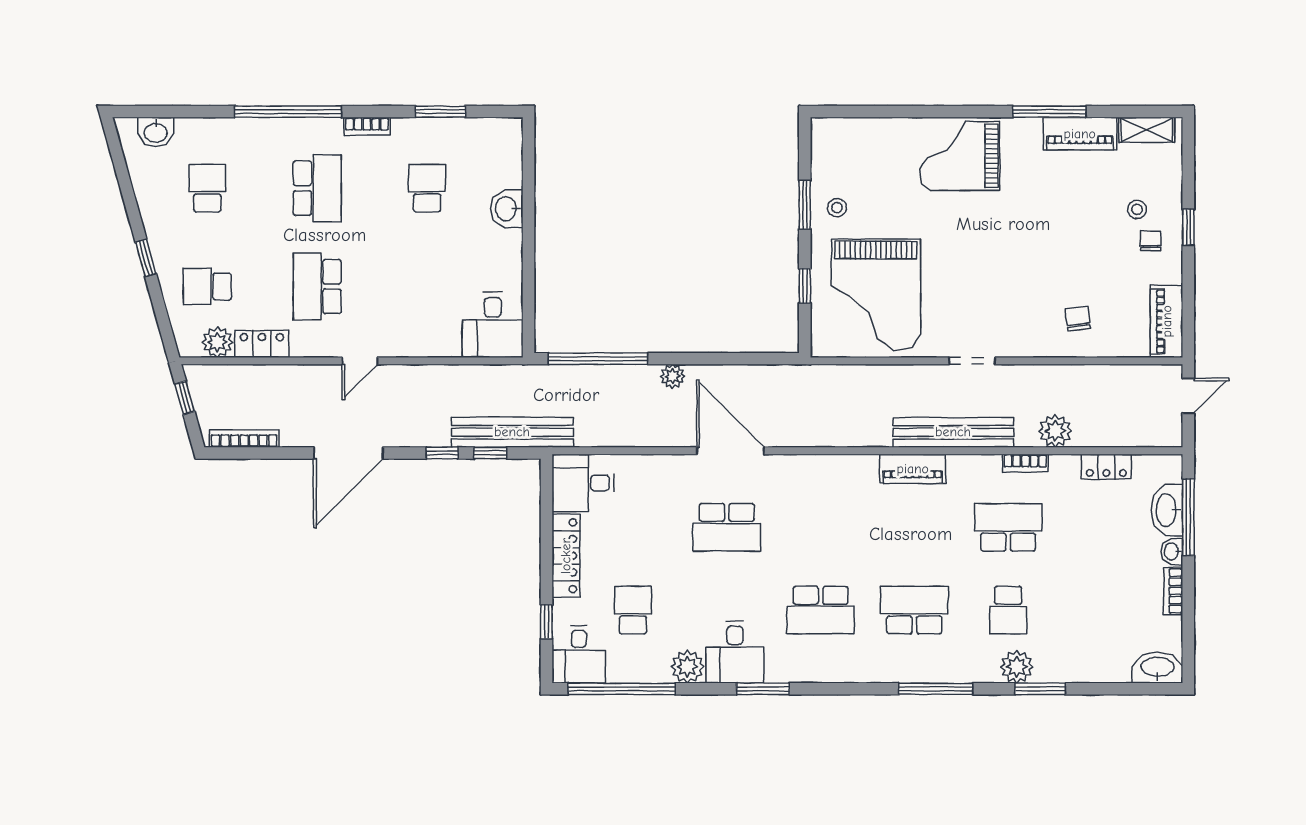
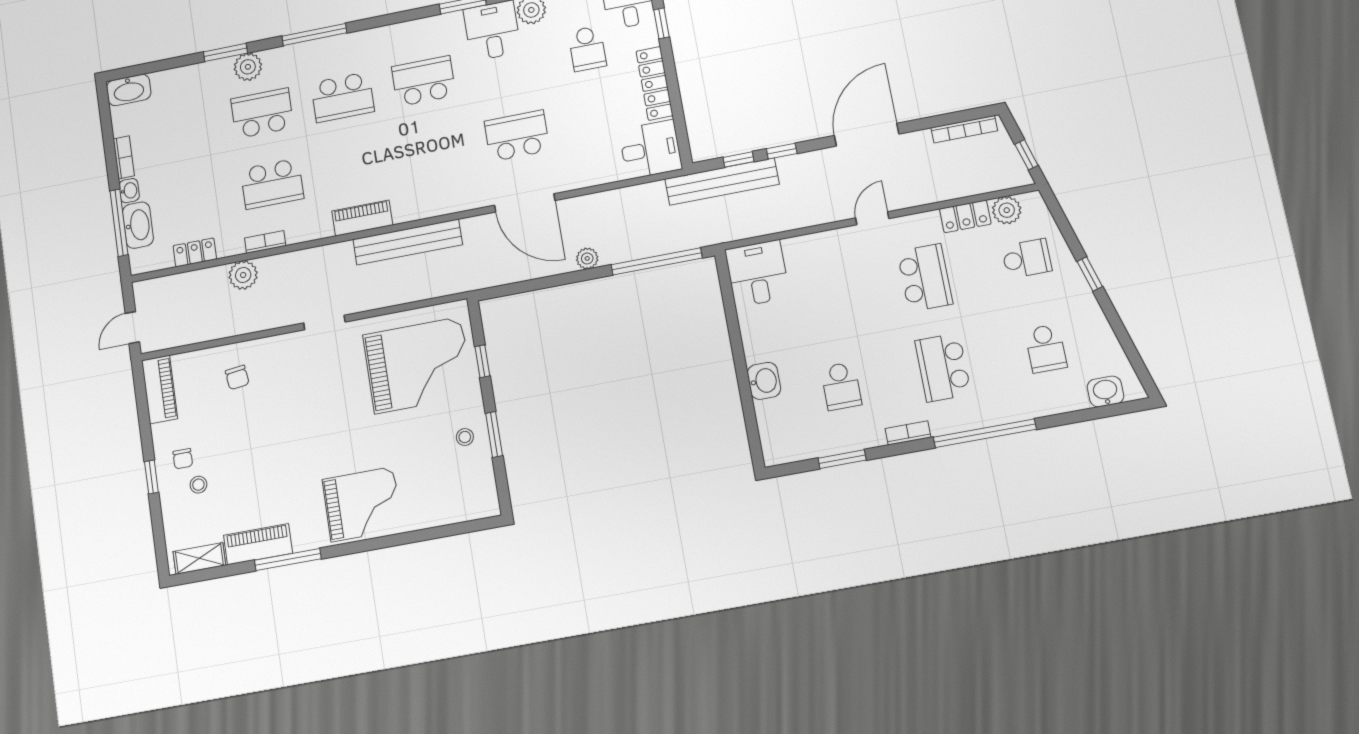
grand piano: (876, 295) -> (418, 365), turned 90
bench: (953, 432) -> (408, 242), moved
school desk: (1008, 610) -> (262, 113), width x1.85

